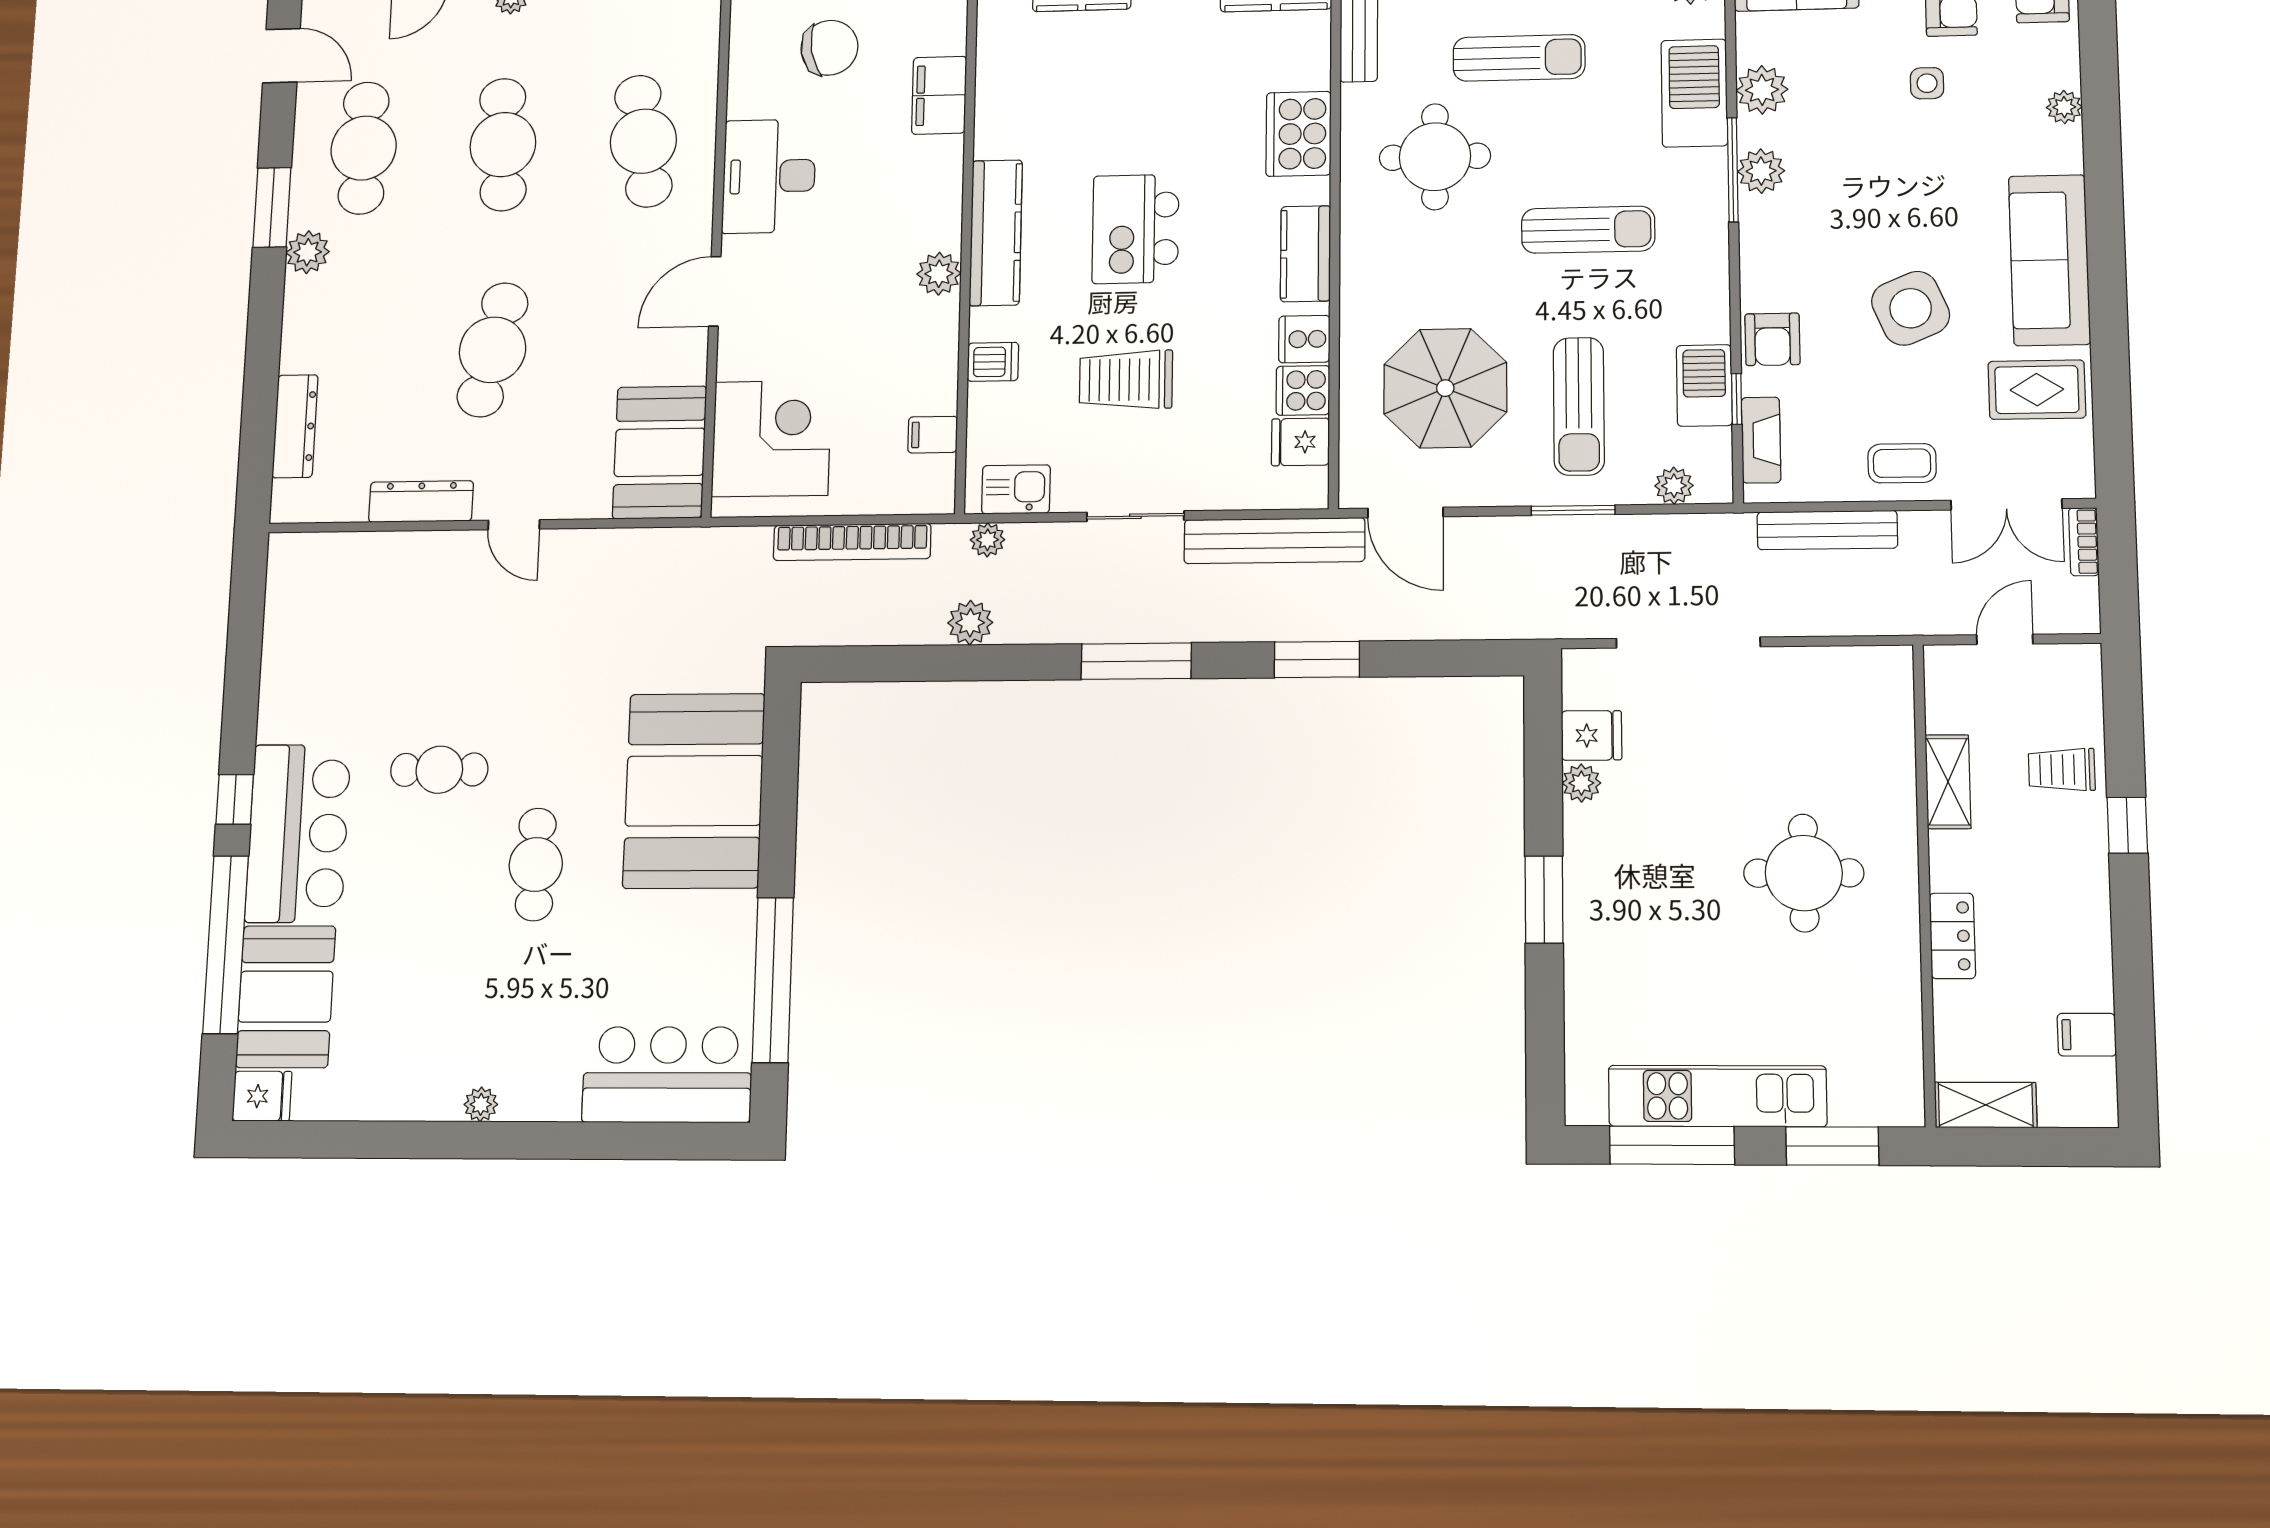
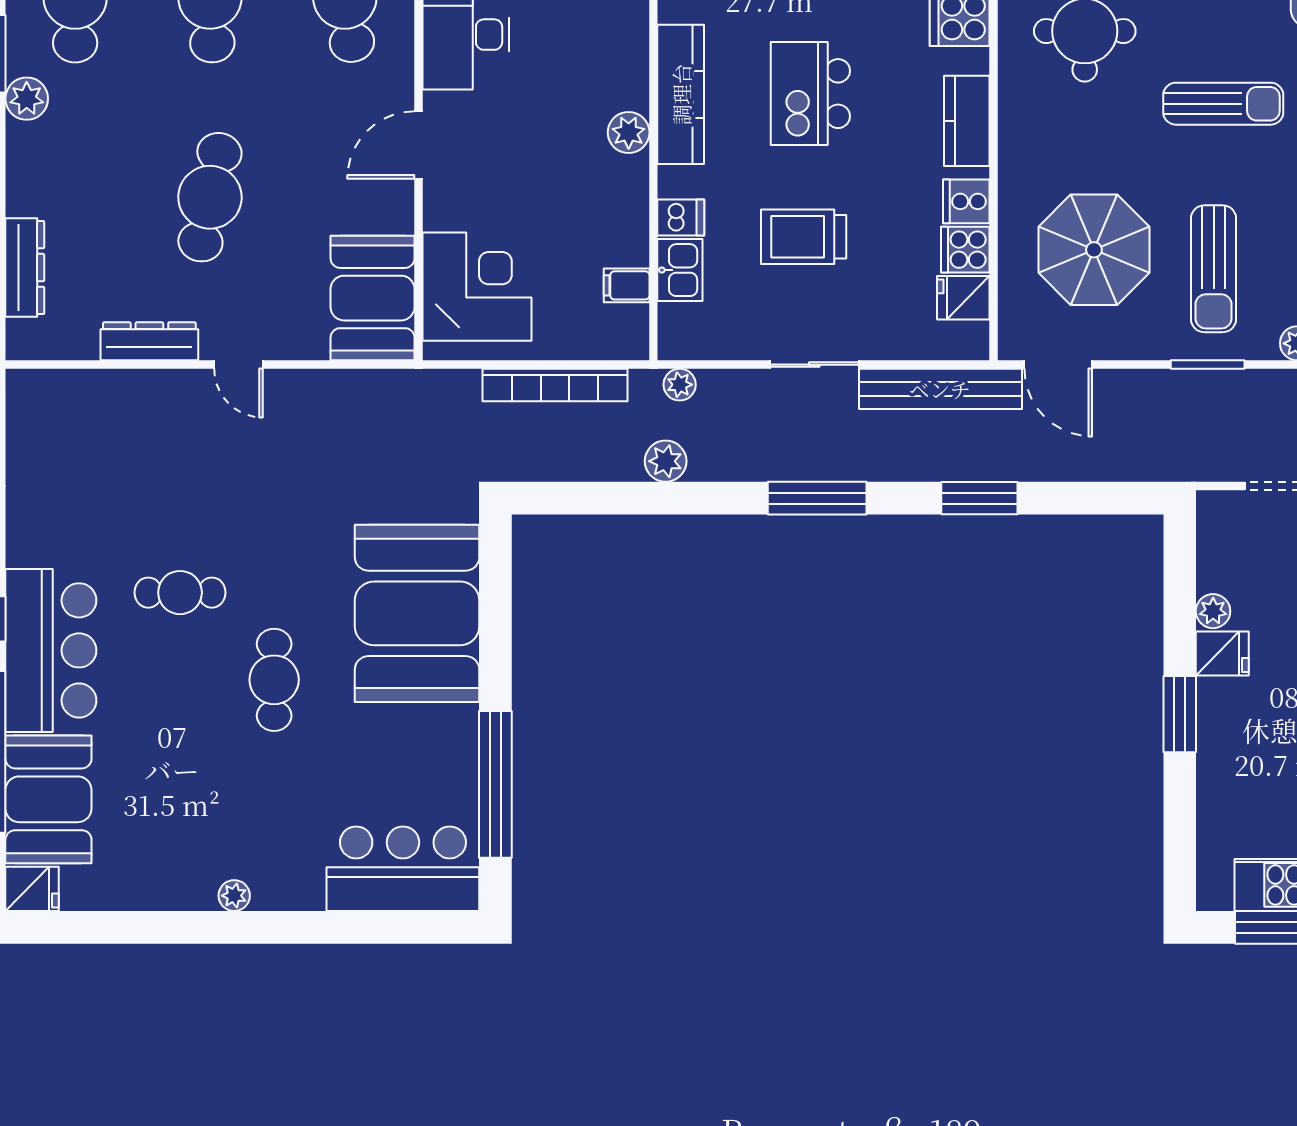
kitchen sink: (1016, 489) -> (680, 270), moved, turned 90
fridge: (1591, 735) -> (1222, 654), moved

